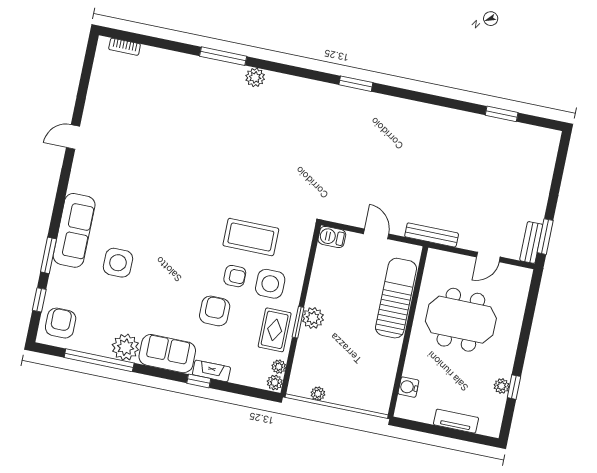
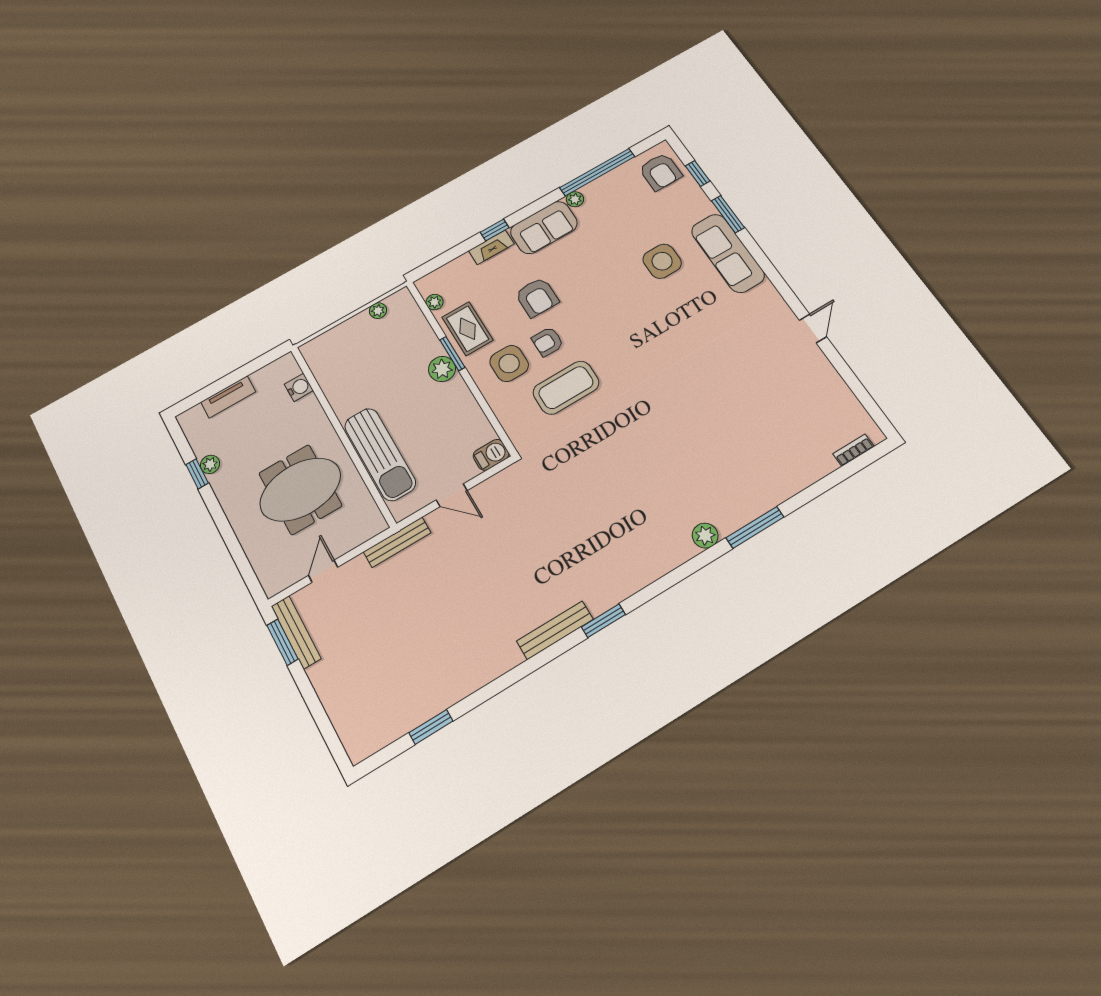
bench: (387, 103) -> (555, 630), added
bench: (531, 242) -> (296, 632), width x1.36
plant: (125, 347) -> (575, 199), width x0.53, depth x0.53
plant: (275, 382) -> (426, 286), removed

